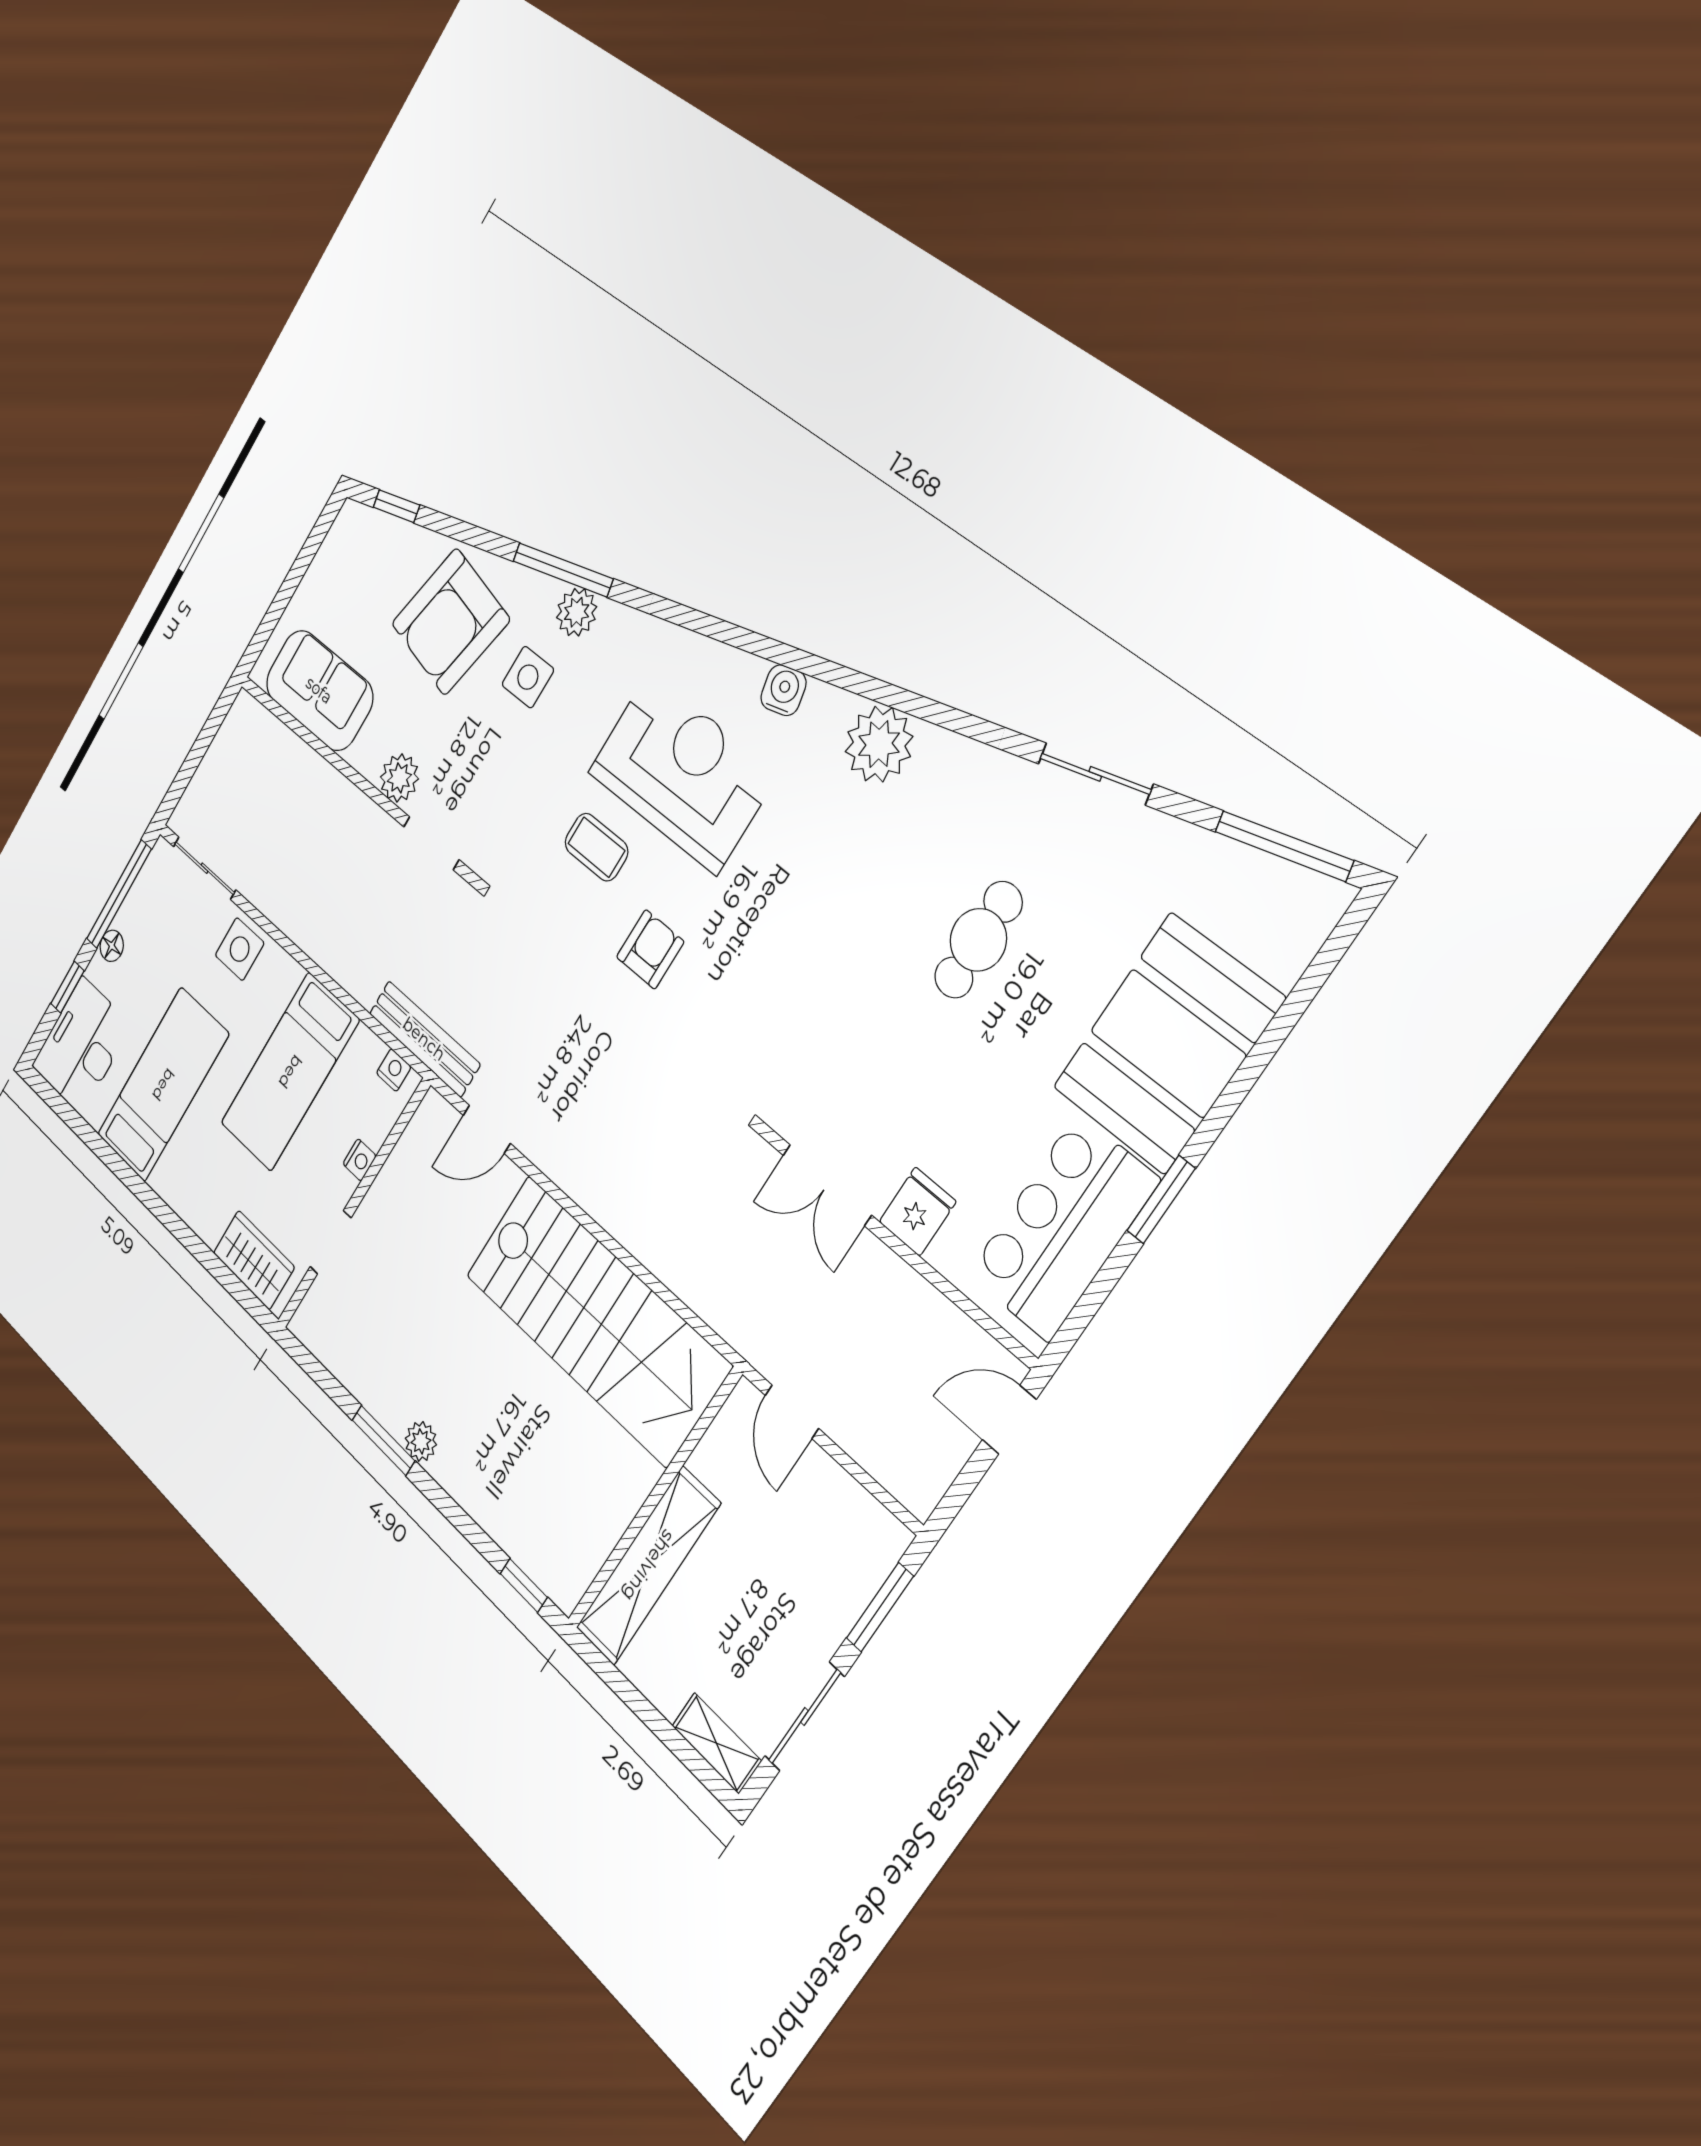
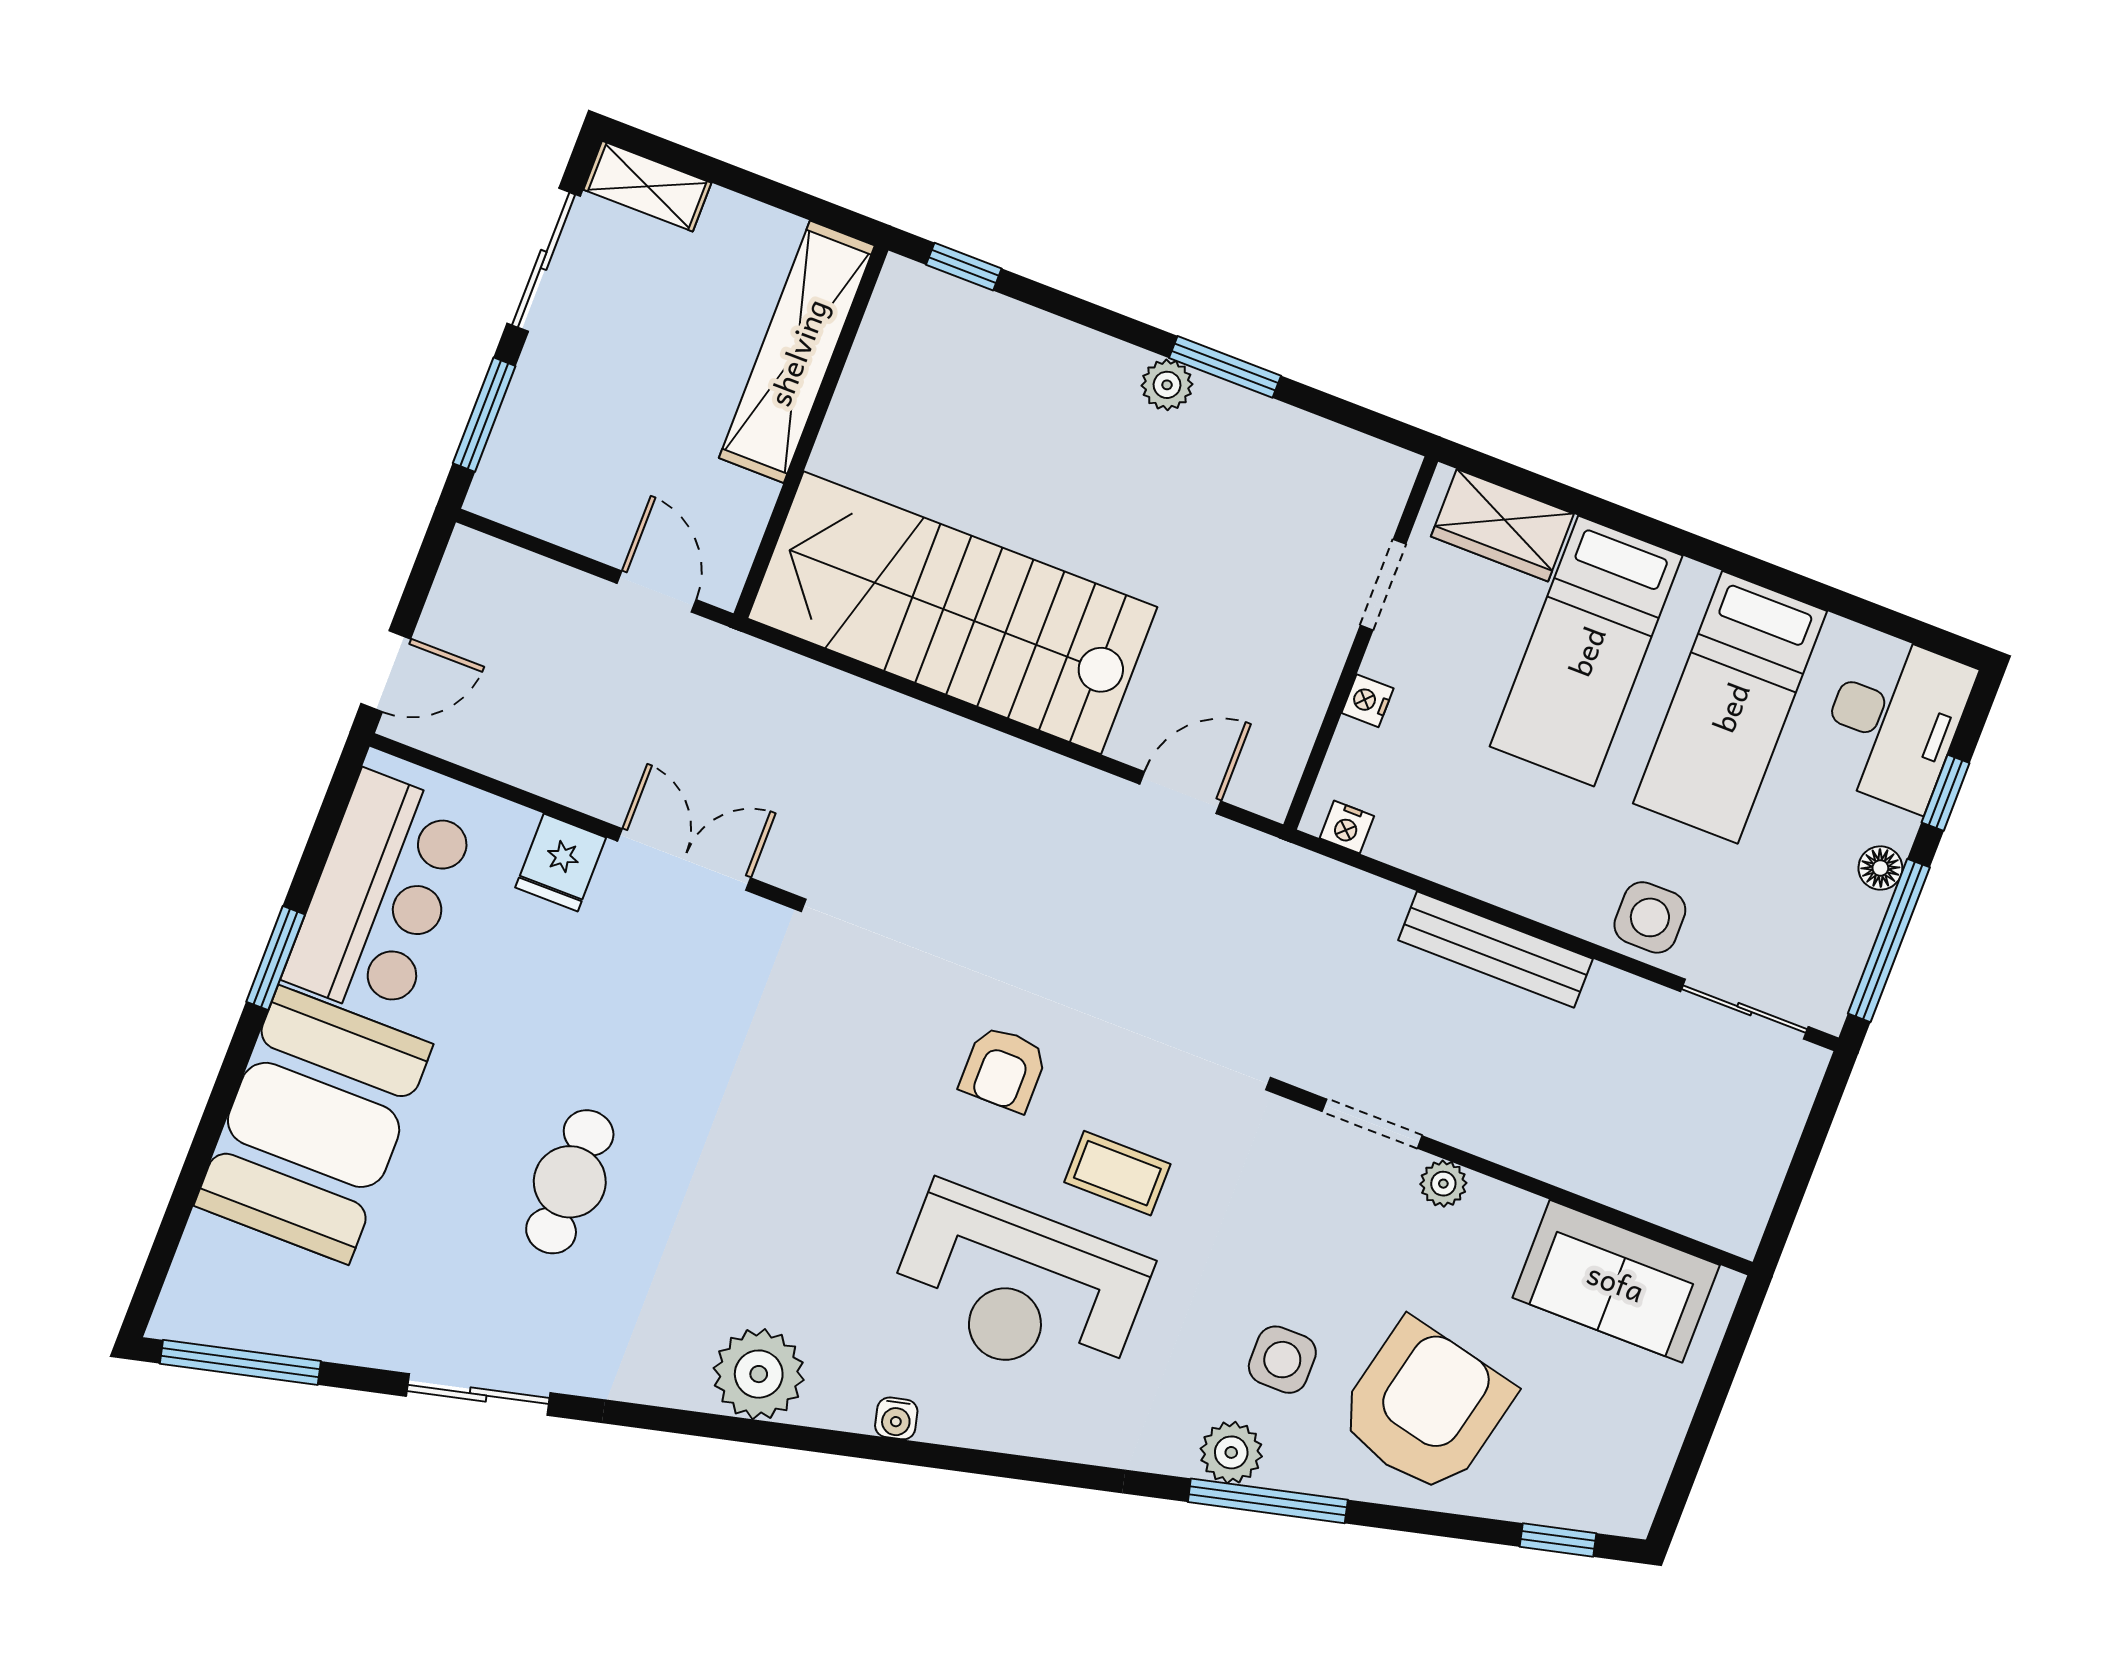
water cooler: (783, 690) -> (896, 1418), width x0.72, depth x0.72
plant: (399, 778) -> (1443, 1184), width x0.73, depth x0.73
bench: (424, 1039) -> (1495, 949), moved
bed: (290, 1072) -> (1586, 651), moved, turned 180

